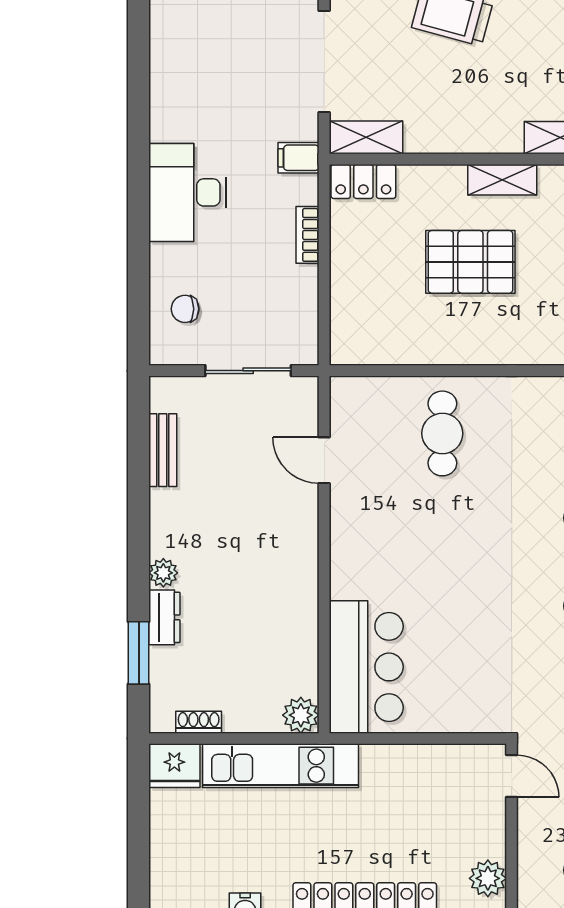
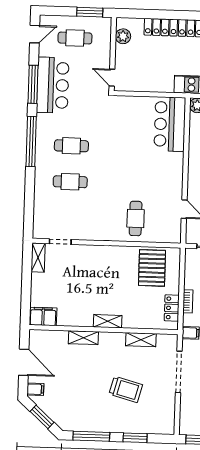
shelving: (366, 137) -> (141, 340), moved
locker: (363, 181) -> (172, 308), moved, turned -90
pallet: (470, 262) -> (152, 268), moved, turned 90

